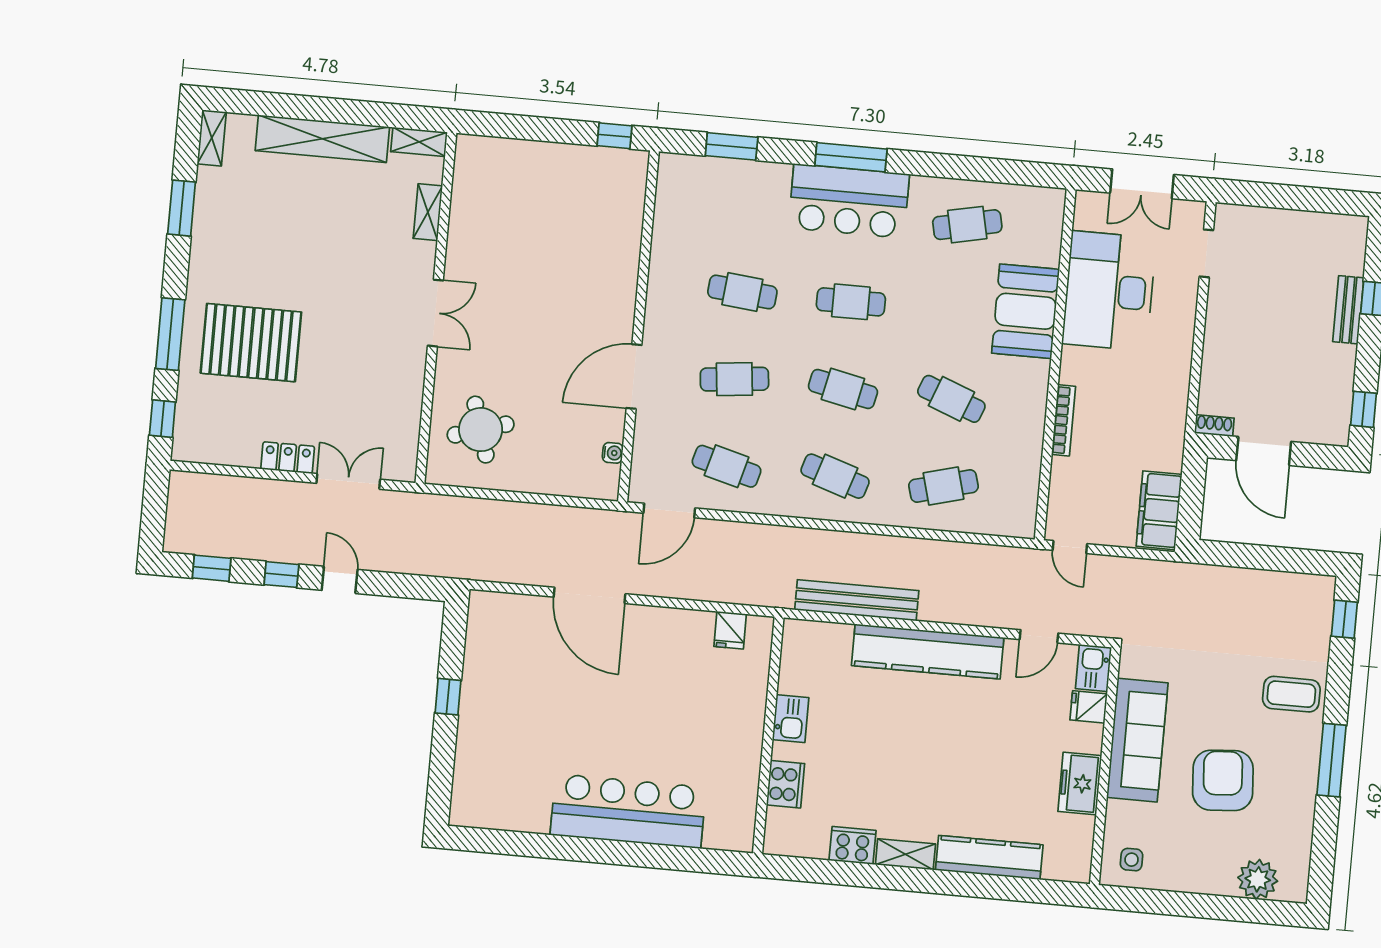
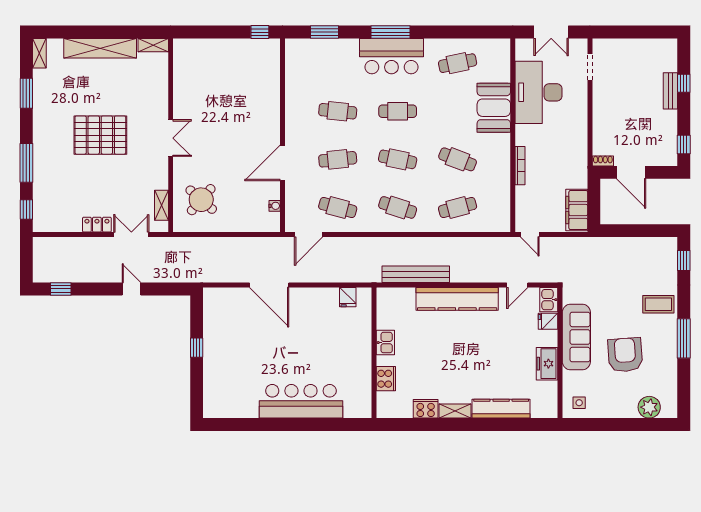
shelving: (428, 212) -> (161, 205), moved
pallet: (251, 343) -> (100, 135), moved
round table: (481, 430) -> (201, 200), turned -32
window: (281, 575) -> (99, 289), removed

